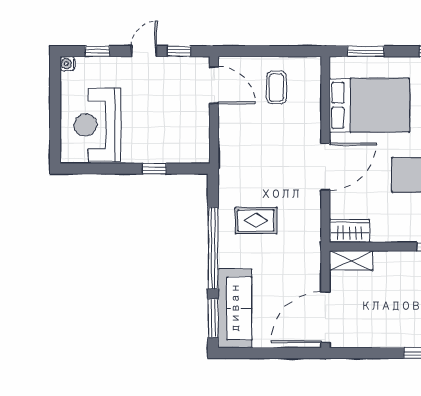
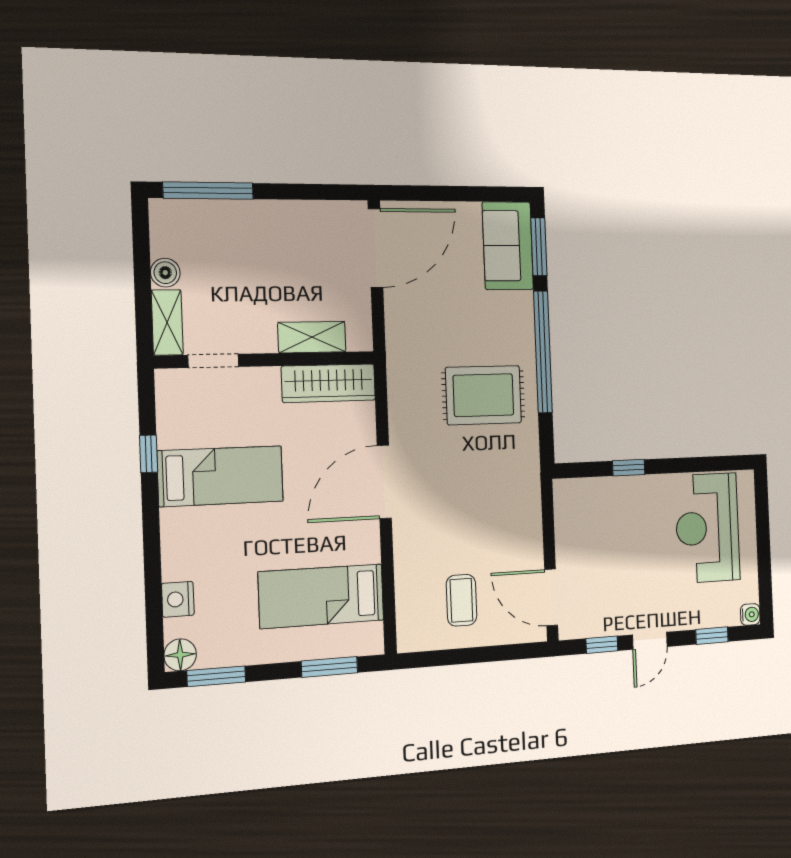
bed: (369, 105) -> (321, 596), width x0.67
reception desk: (97, 125) -> (707, 528), turned 180
rug: (256, 220) -> (483, 395), width x1.36, depth x1.43
wardrobe: (350, 231) -> (329, 383), width x1.50
shelving: (351, 260) -> (312, 337), moved
sofa: (235, 308) -> (508, 246), width x0.73

